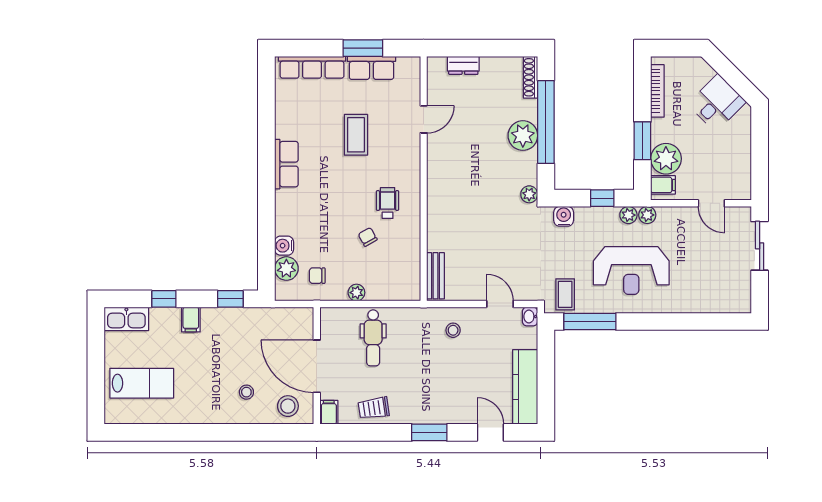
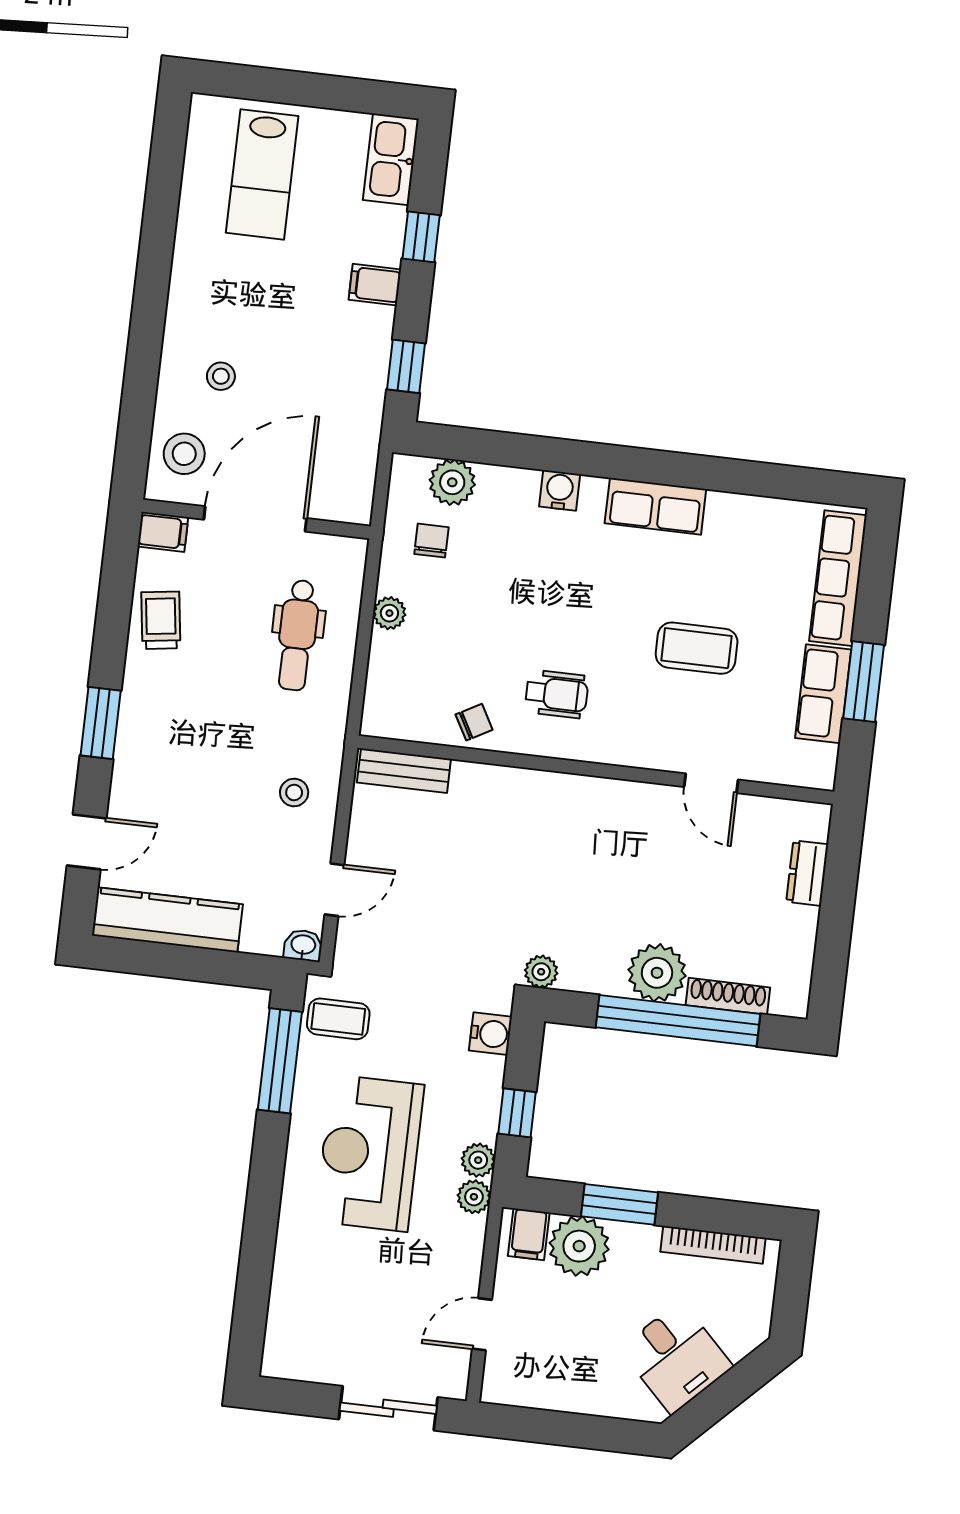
shoe rack: (531, 77) -> (728, 996), moved
chair: (368, 237) -> (474, 722), moved
water cooler: (284, 246) -> (560, 490), moved
dental chair: (373, 338) -> (297, 635), turned -90

